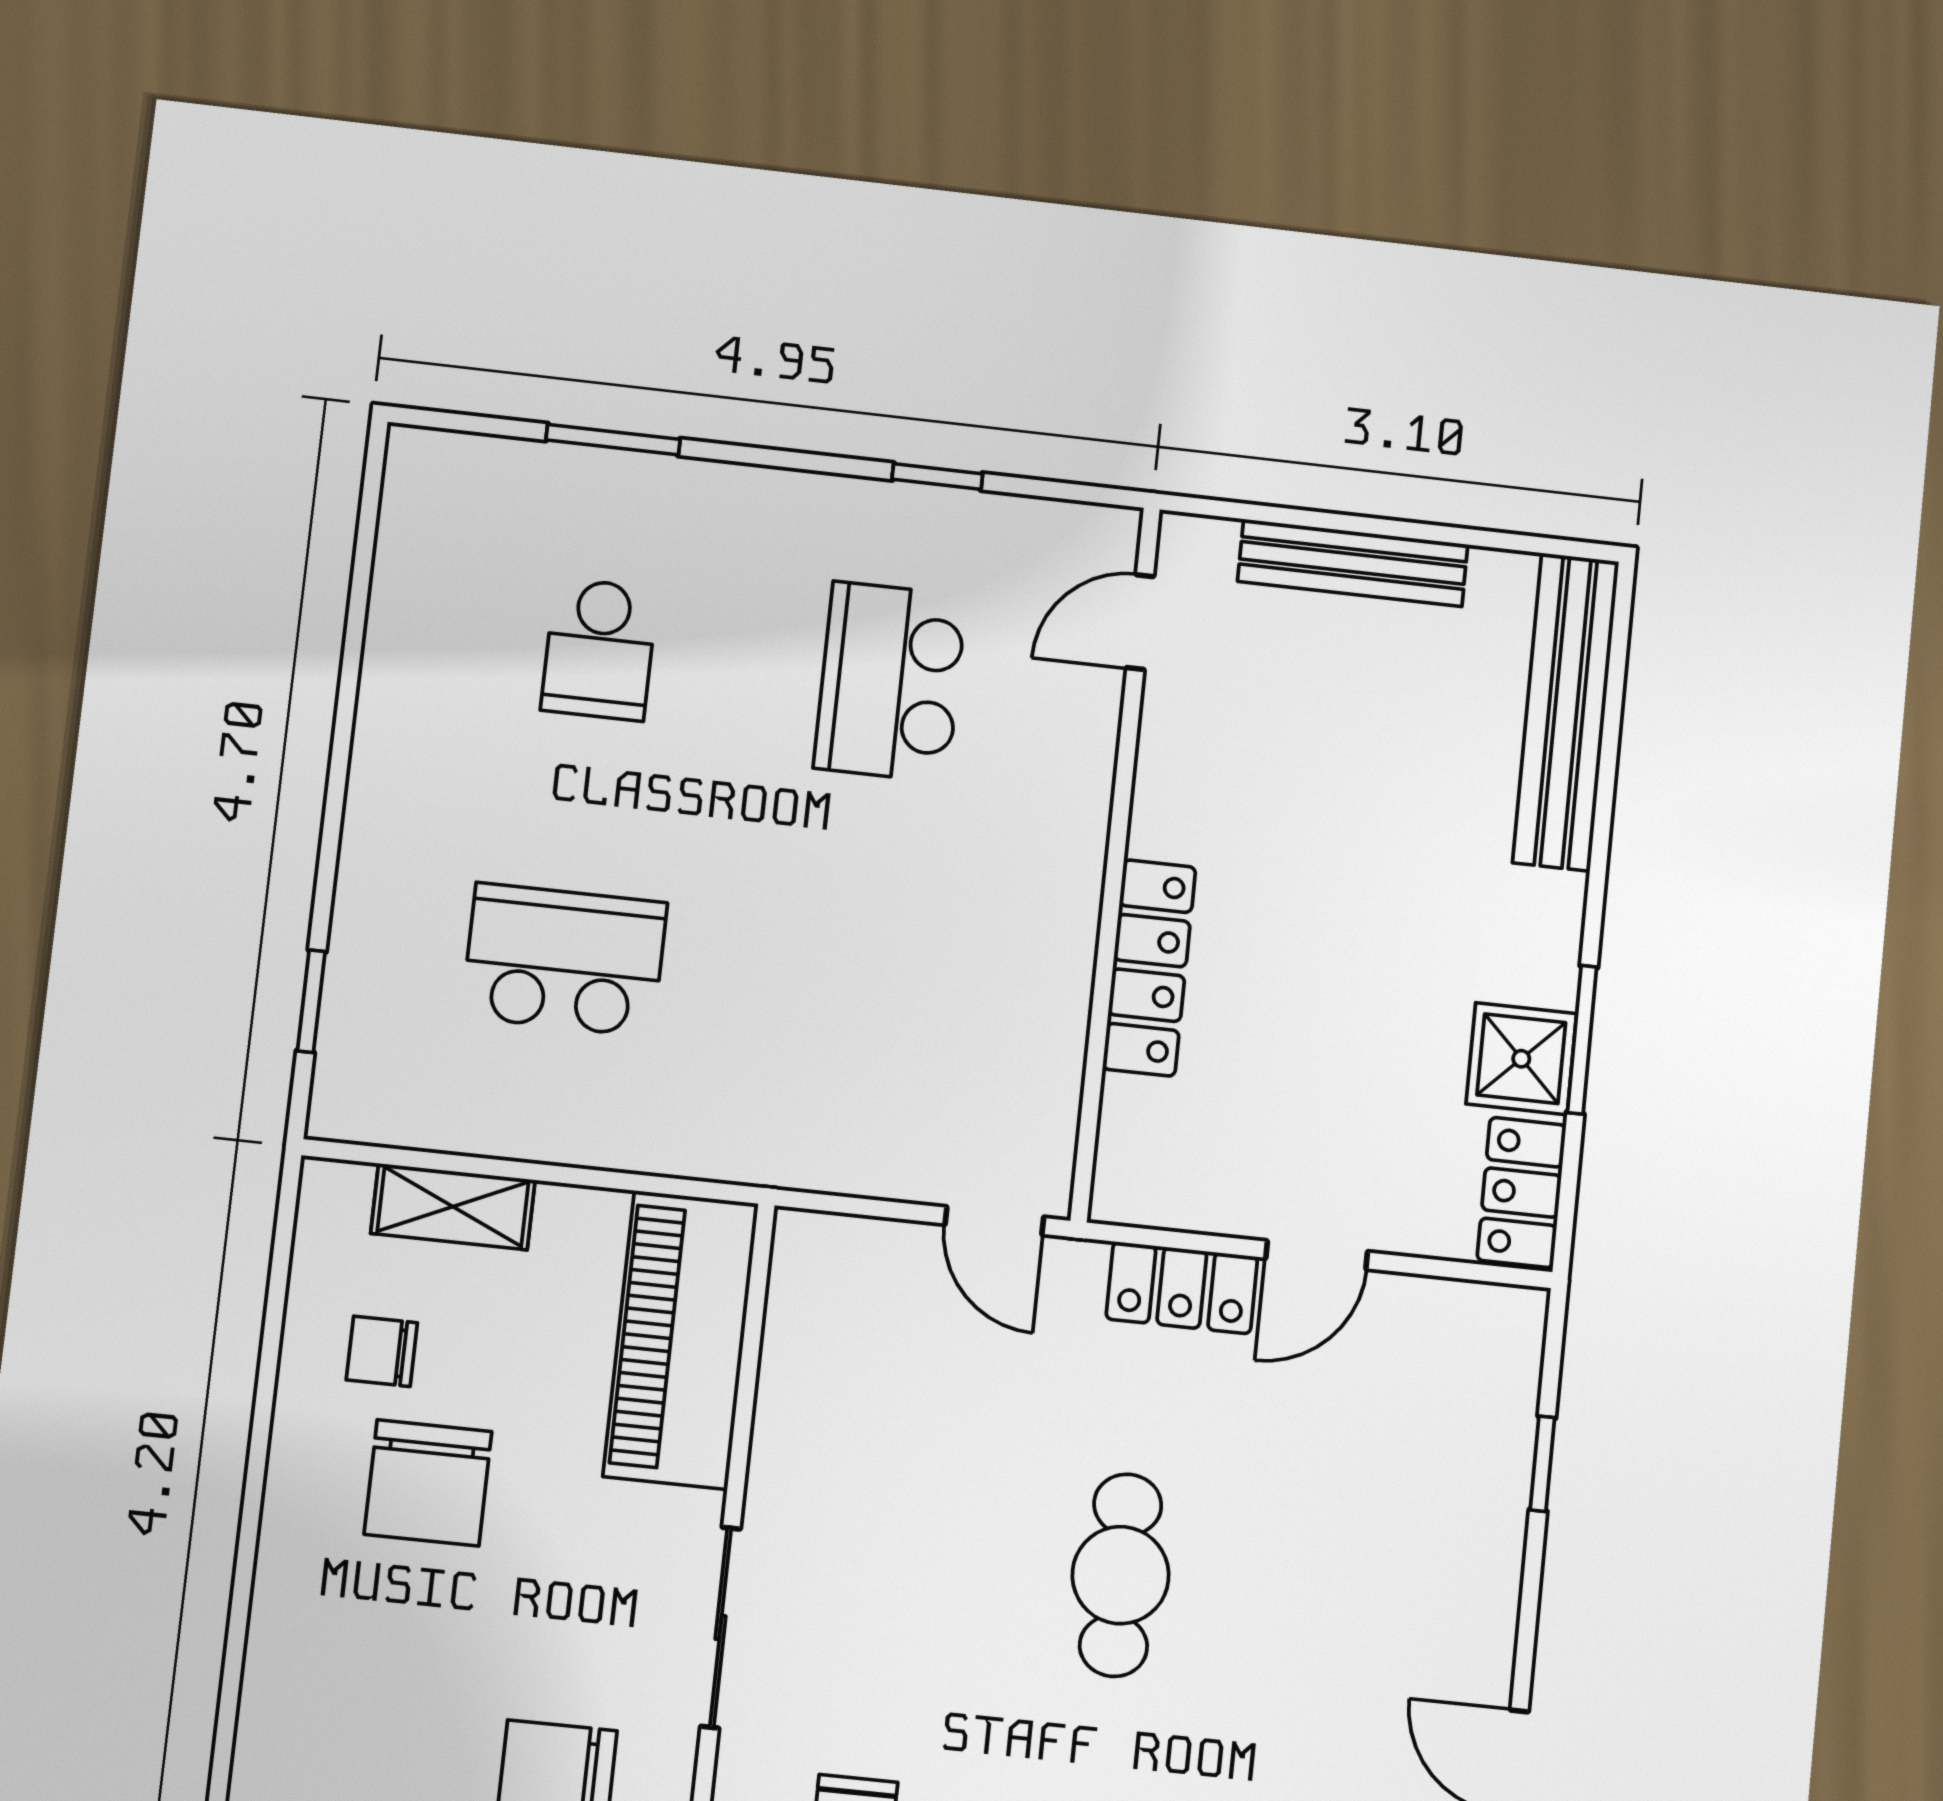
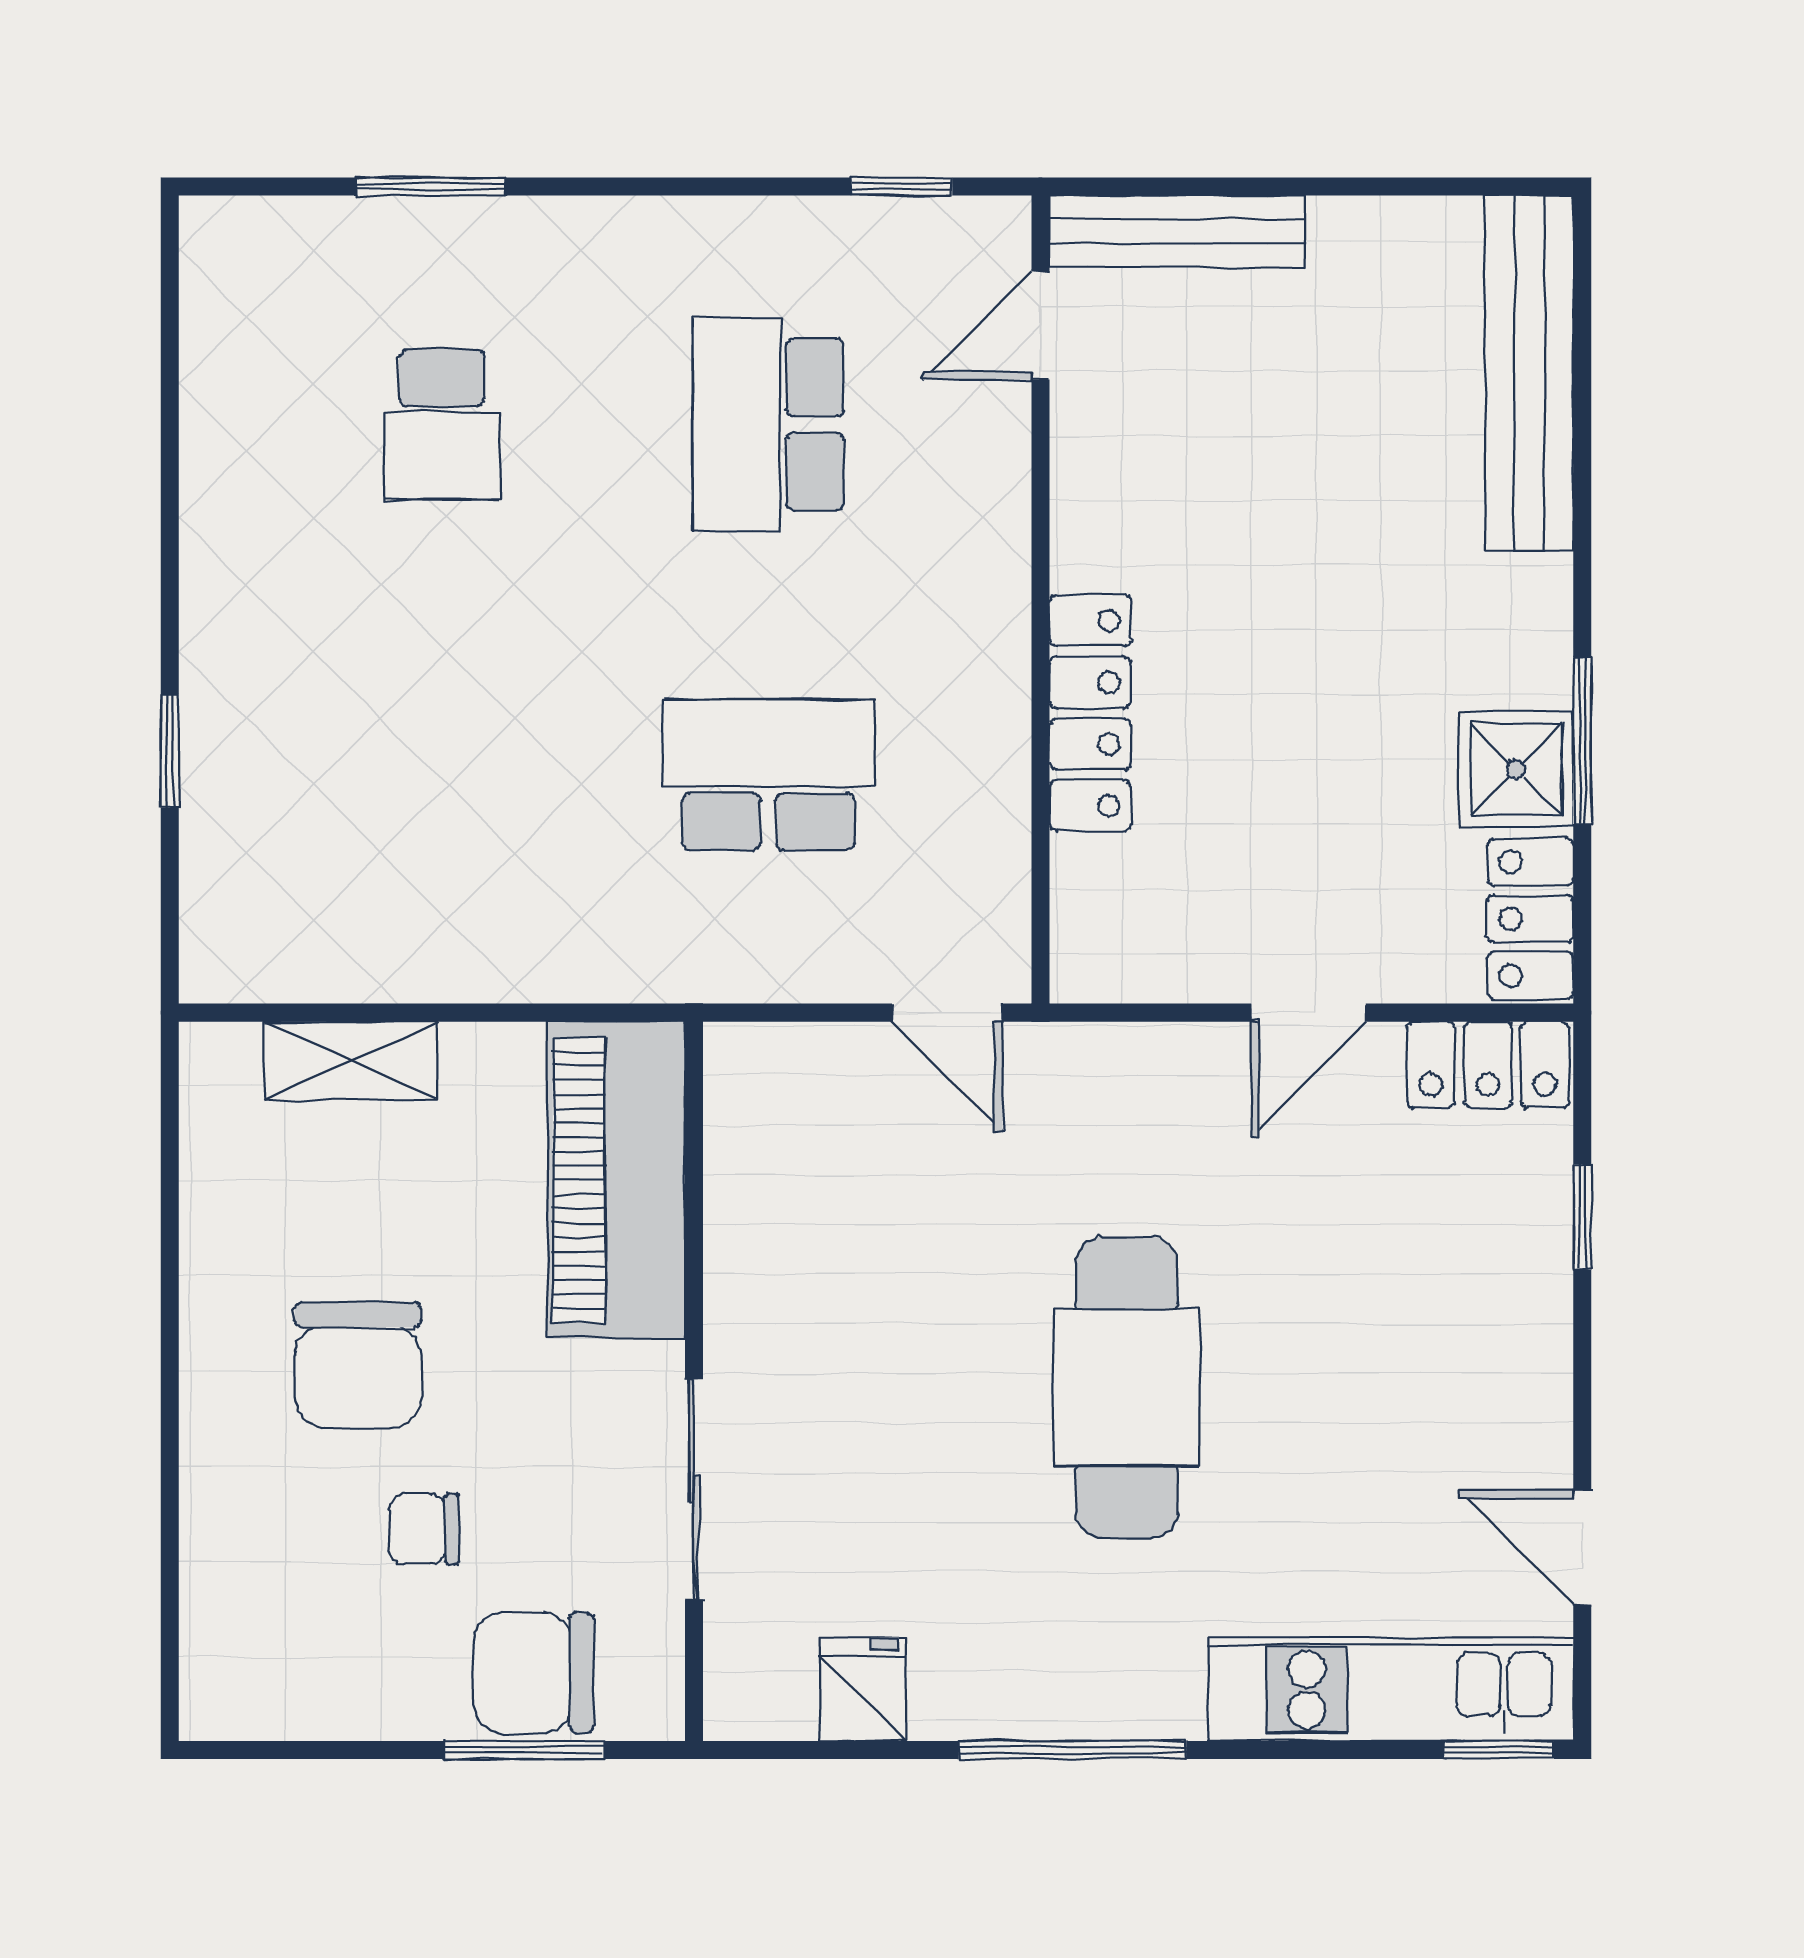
window: (937, 476) -> (902, 186), moved
bench: (1353, 563) -> (1177, 231), moved
school desk: (564, 960) -> (768, 775), moved
window: (311, 1001) -> (170, 751), moved
locker: (1182, 1288) -> (1488, 1065), moved
chair: (382, 1351) -> (424, 1529), moved
cafe table: (1121, 1575) -> (1127, 1388), width x1.37, depth x1.35

